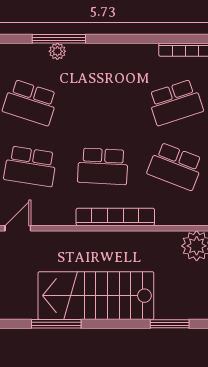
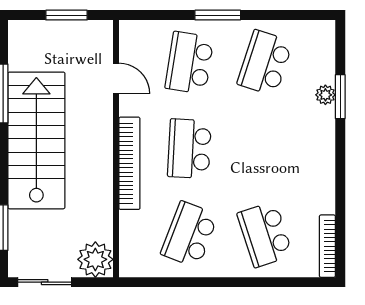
window: (59, 39) -> (340, 97), width x0.69
door: (18, 228) -> (116, 79), moved

